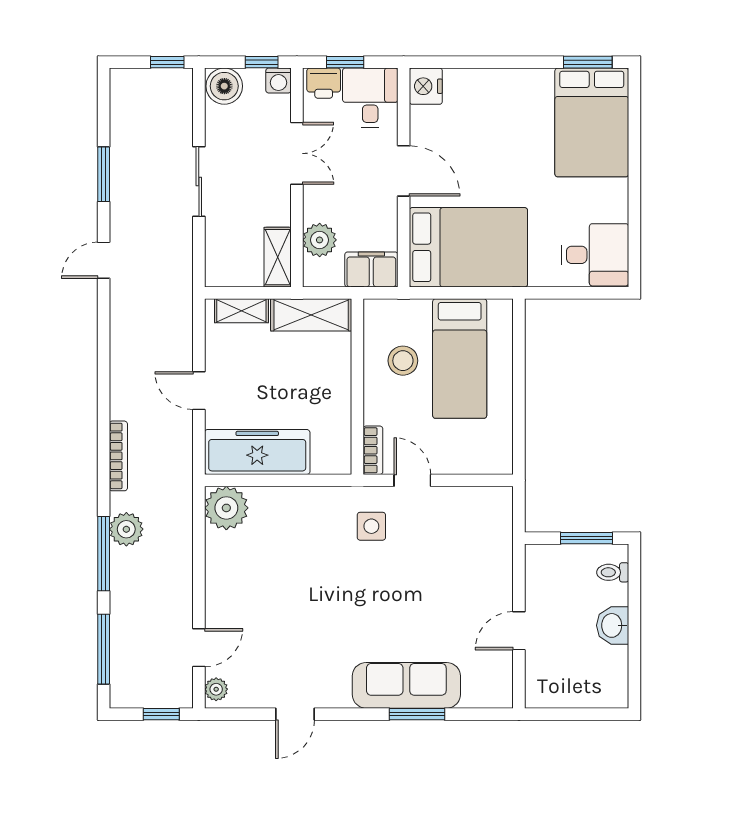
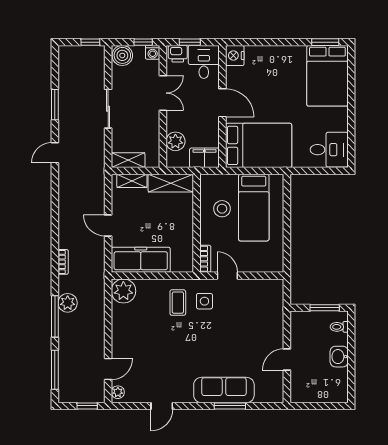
shelving: (278, 257) -> (128, 160), moved, turned 90
bookcase: (118, 456) -> (63, 262), width x0.64
coffee table: (324, 529) -> (178, 303), added

